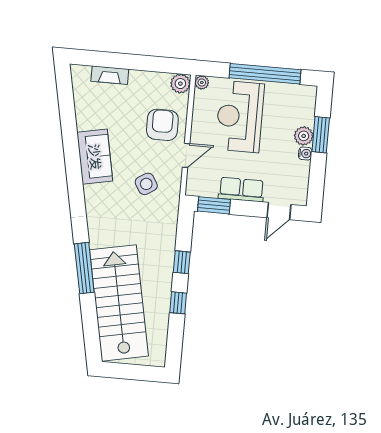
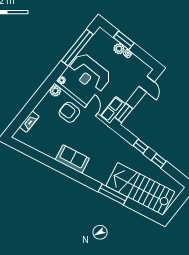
sofa: (95, 157) -> (72, 159), moved
side table: (146, 184) -> (92, 139), removed
row of seats: (241, 190) -> (113, 110), moved

